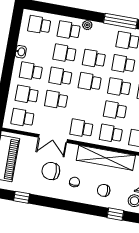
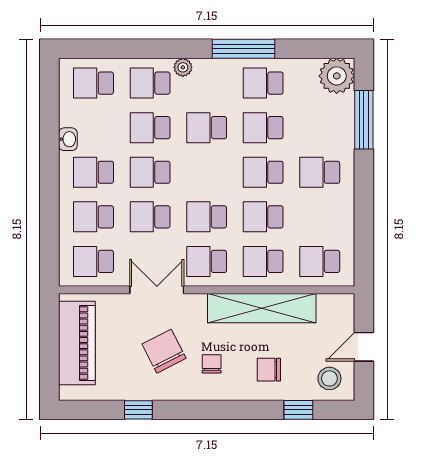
school desk: (90, 82) -> (207, 217), moved
double door: (53, 138) -> (157, 290), swing flipped
chair: (51, 171) -> (164, 351), turned 63
window: (22, 197) -> (138, 410), moved

